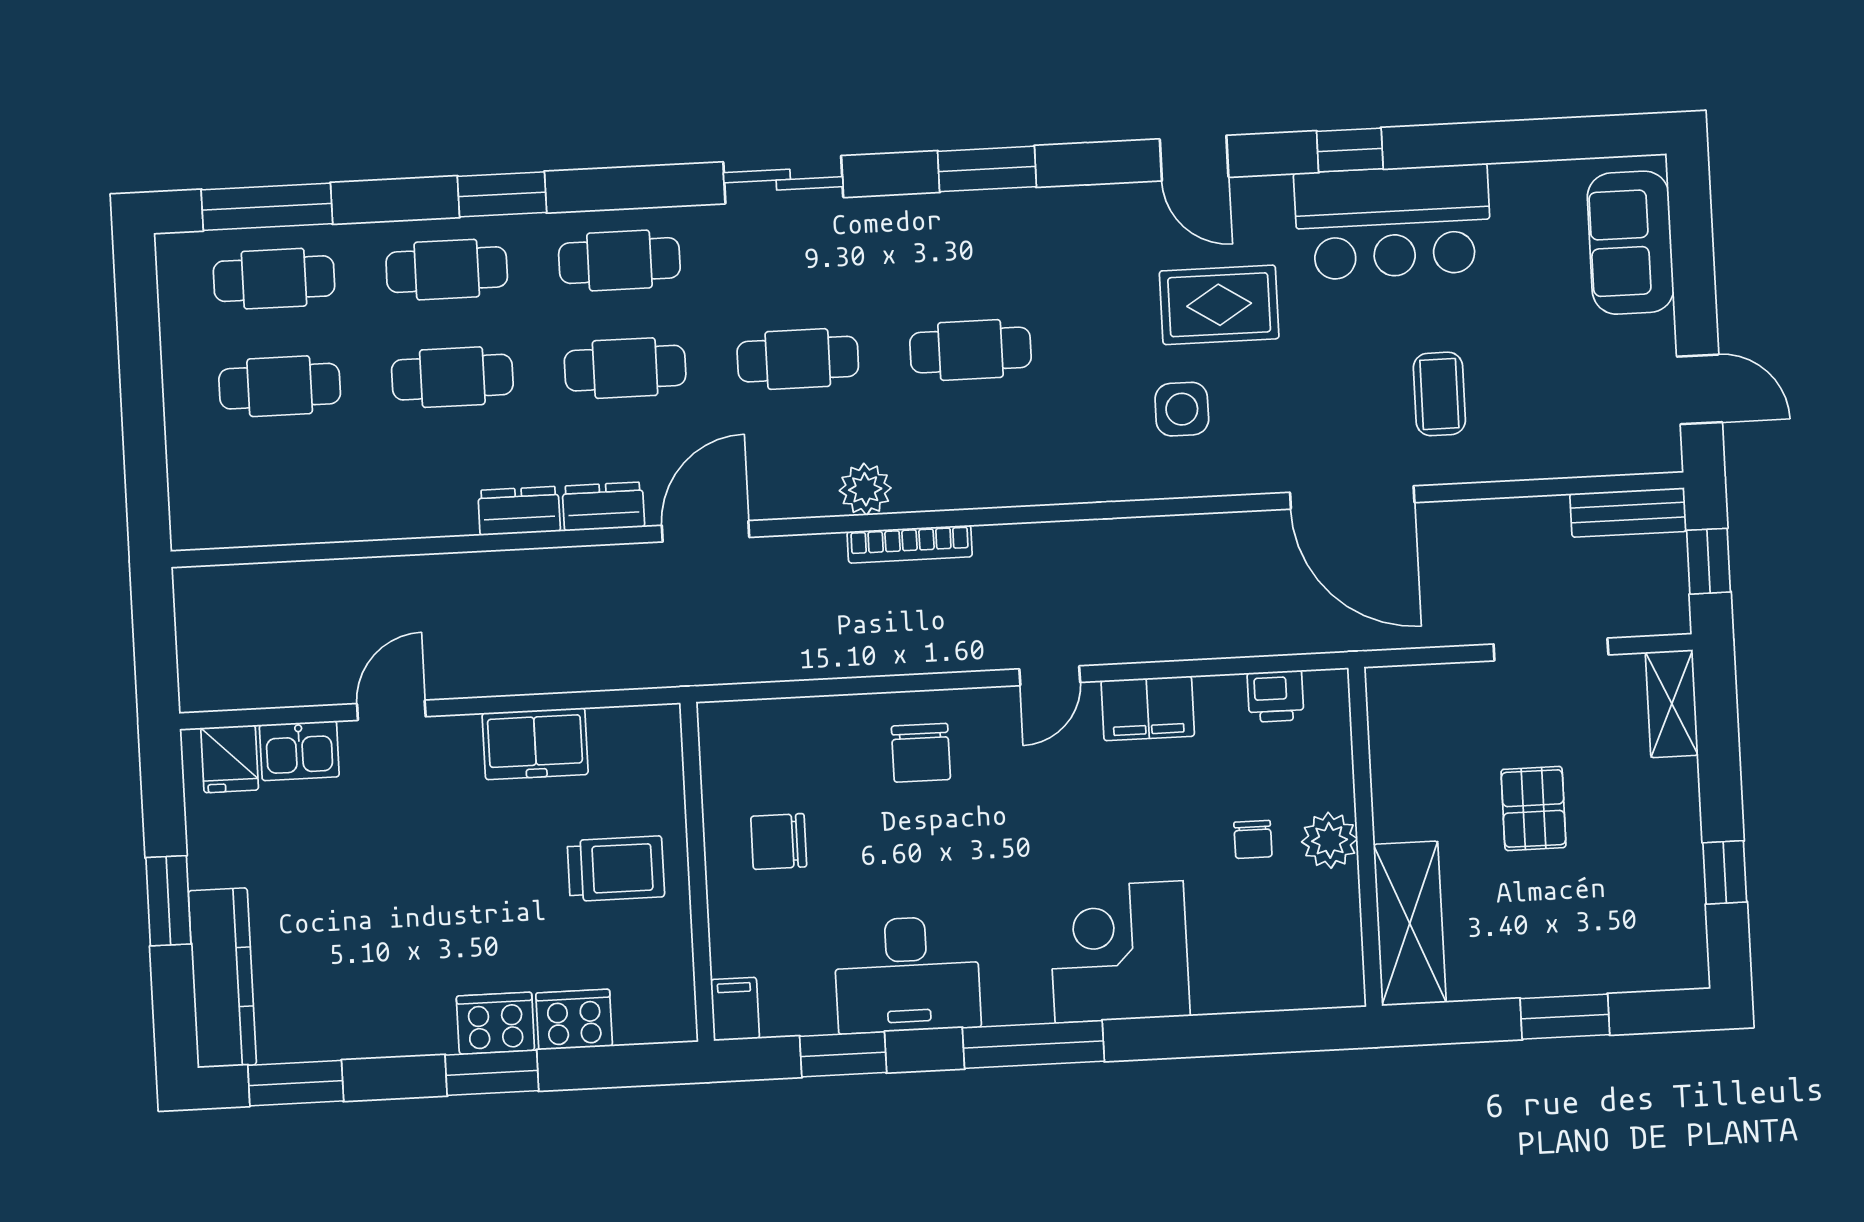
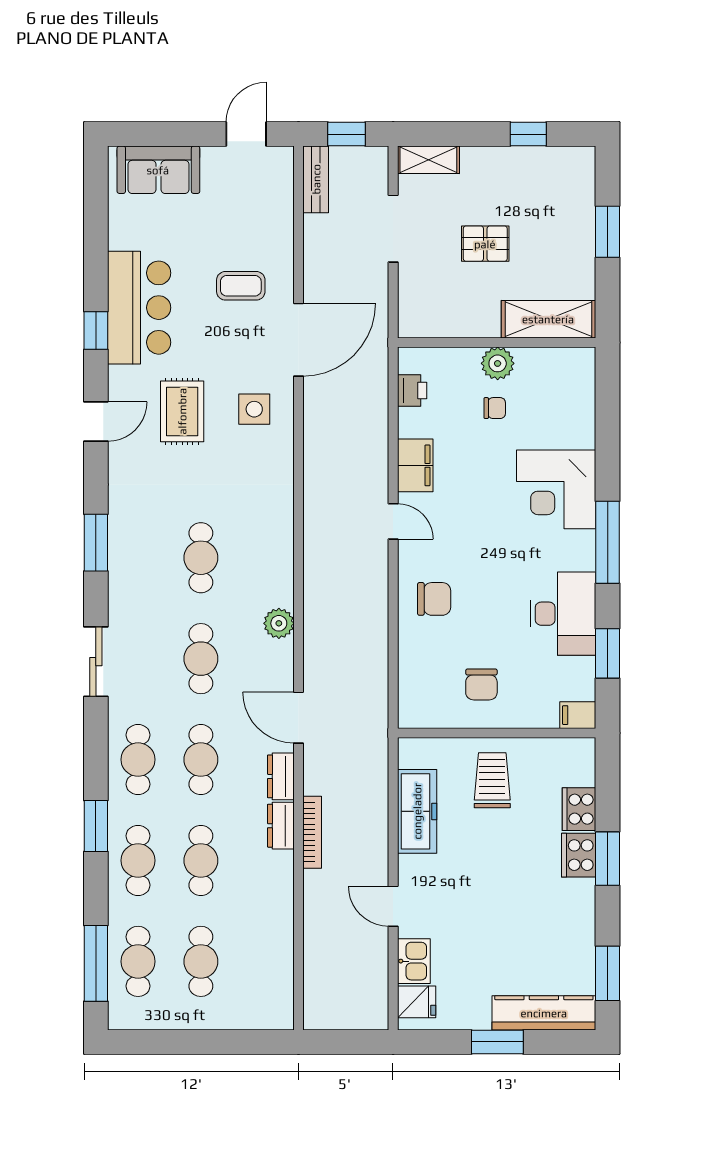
side table: (1182, 409) -> (254, 409), moved
bookcase: (910, 544) -> (312, 832), moved
freezer: (535, 744) -> (417, 811), width x1.40

